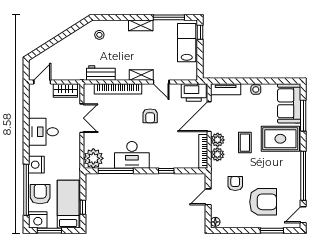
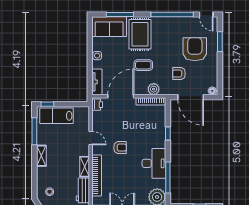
shelving: (141, 75) -> (85, 167), moved
door: (161, 82) -> (91, 138), hinge flipped
printer: (194, 92) -> (97, 105), width x0.53, depth x0.68
door: (209, 117) -> (121, 96), swing flipped
plant: (218, 140) -> (141, 89), removed
door: (208, 197) -> (191, 97), width x1.88

